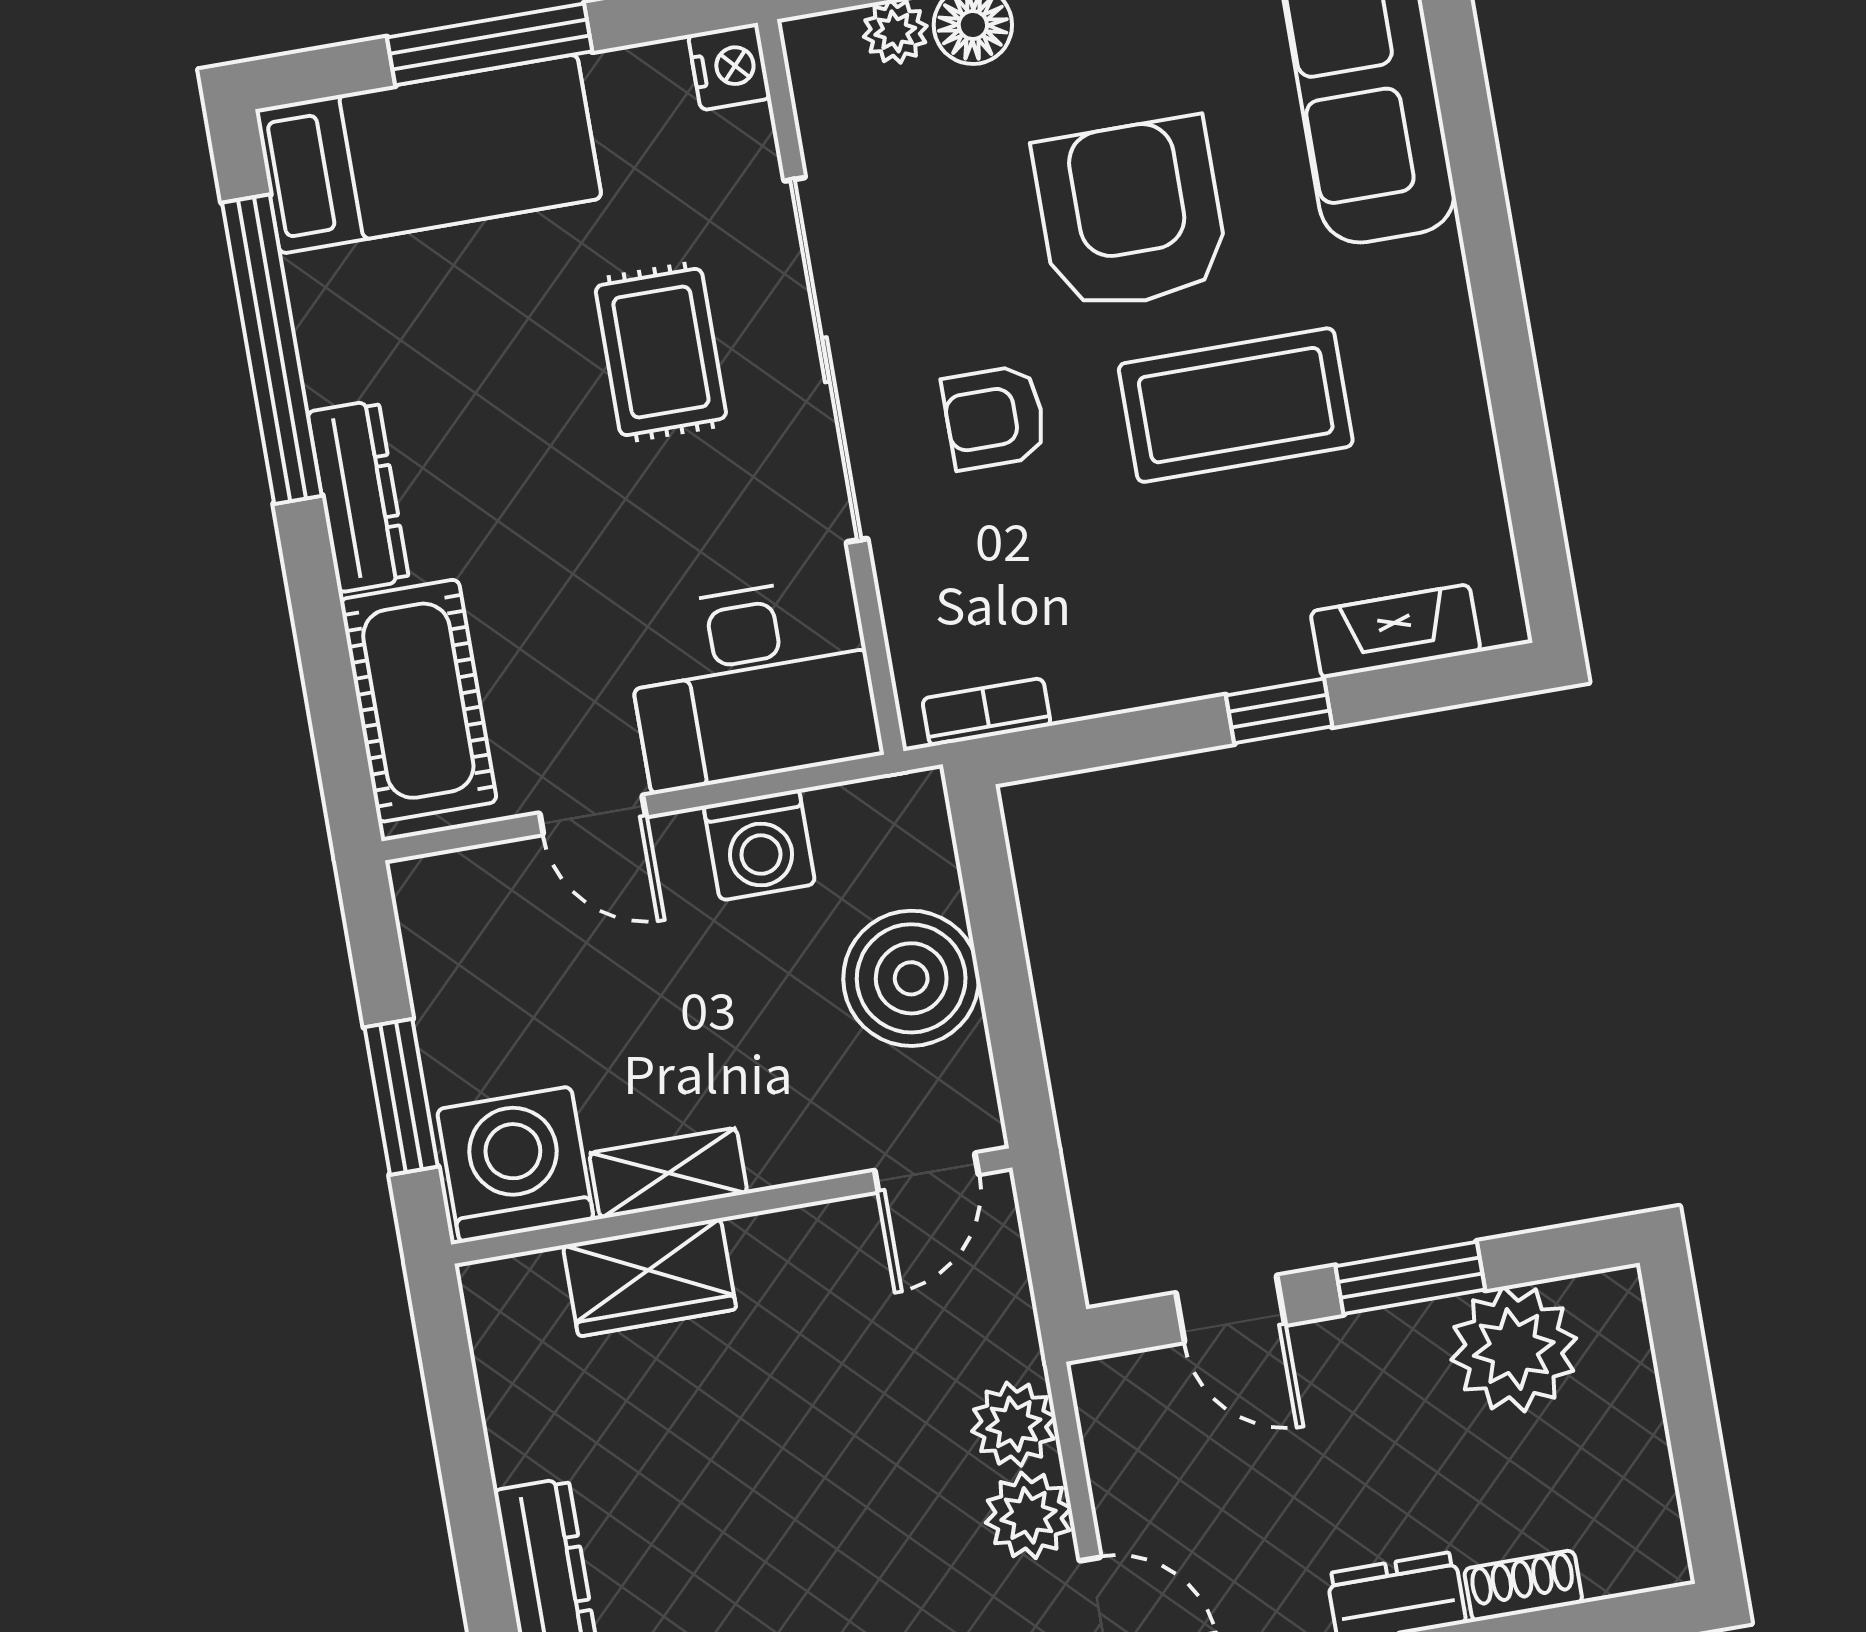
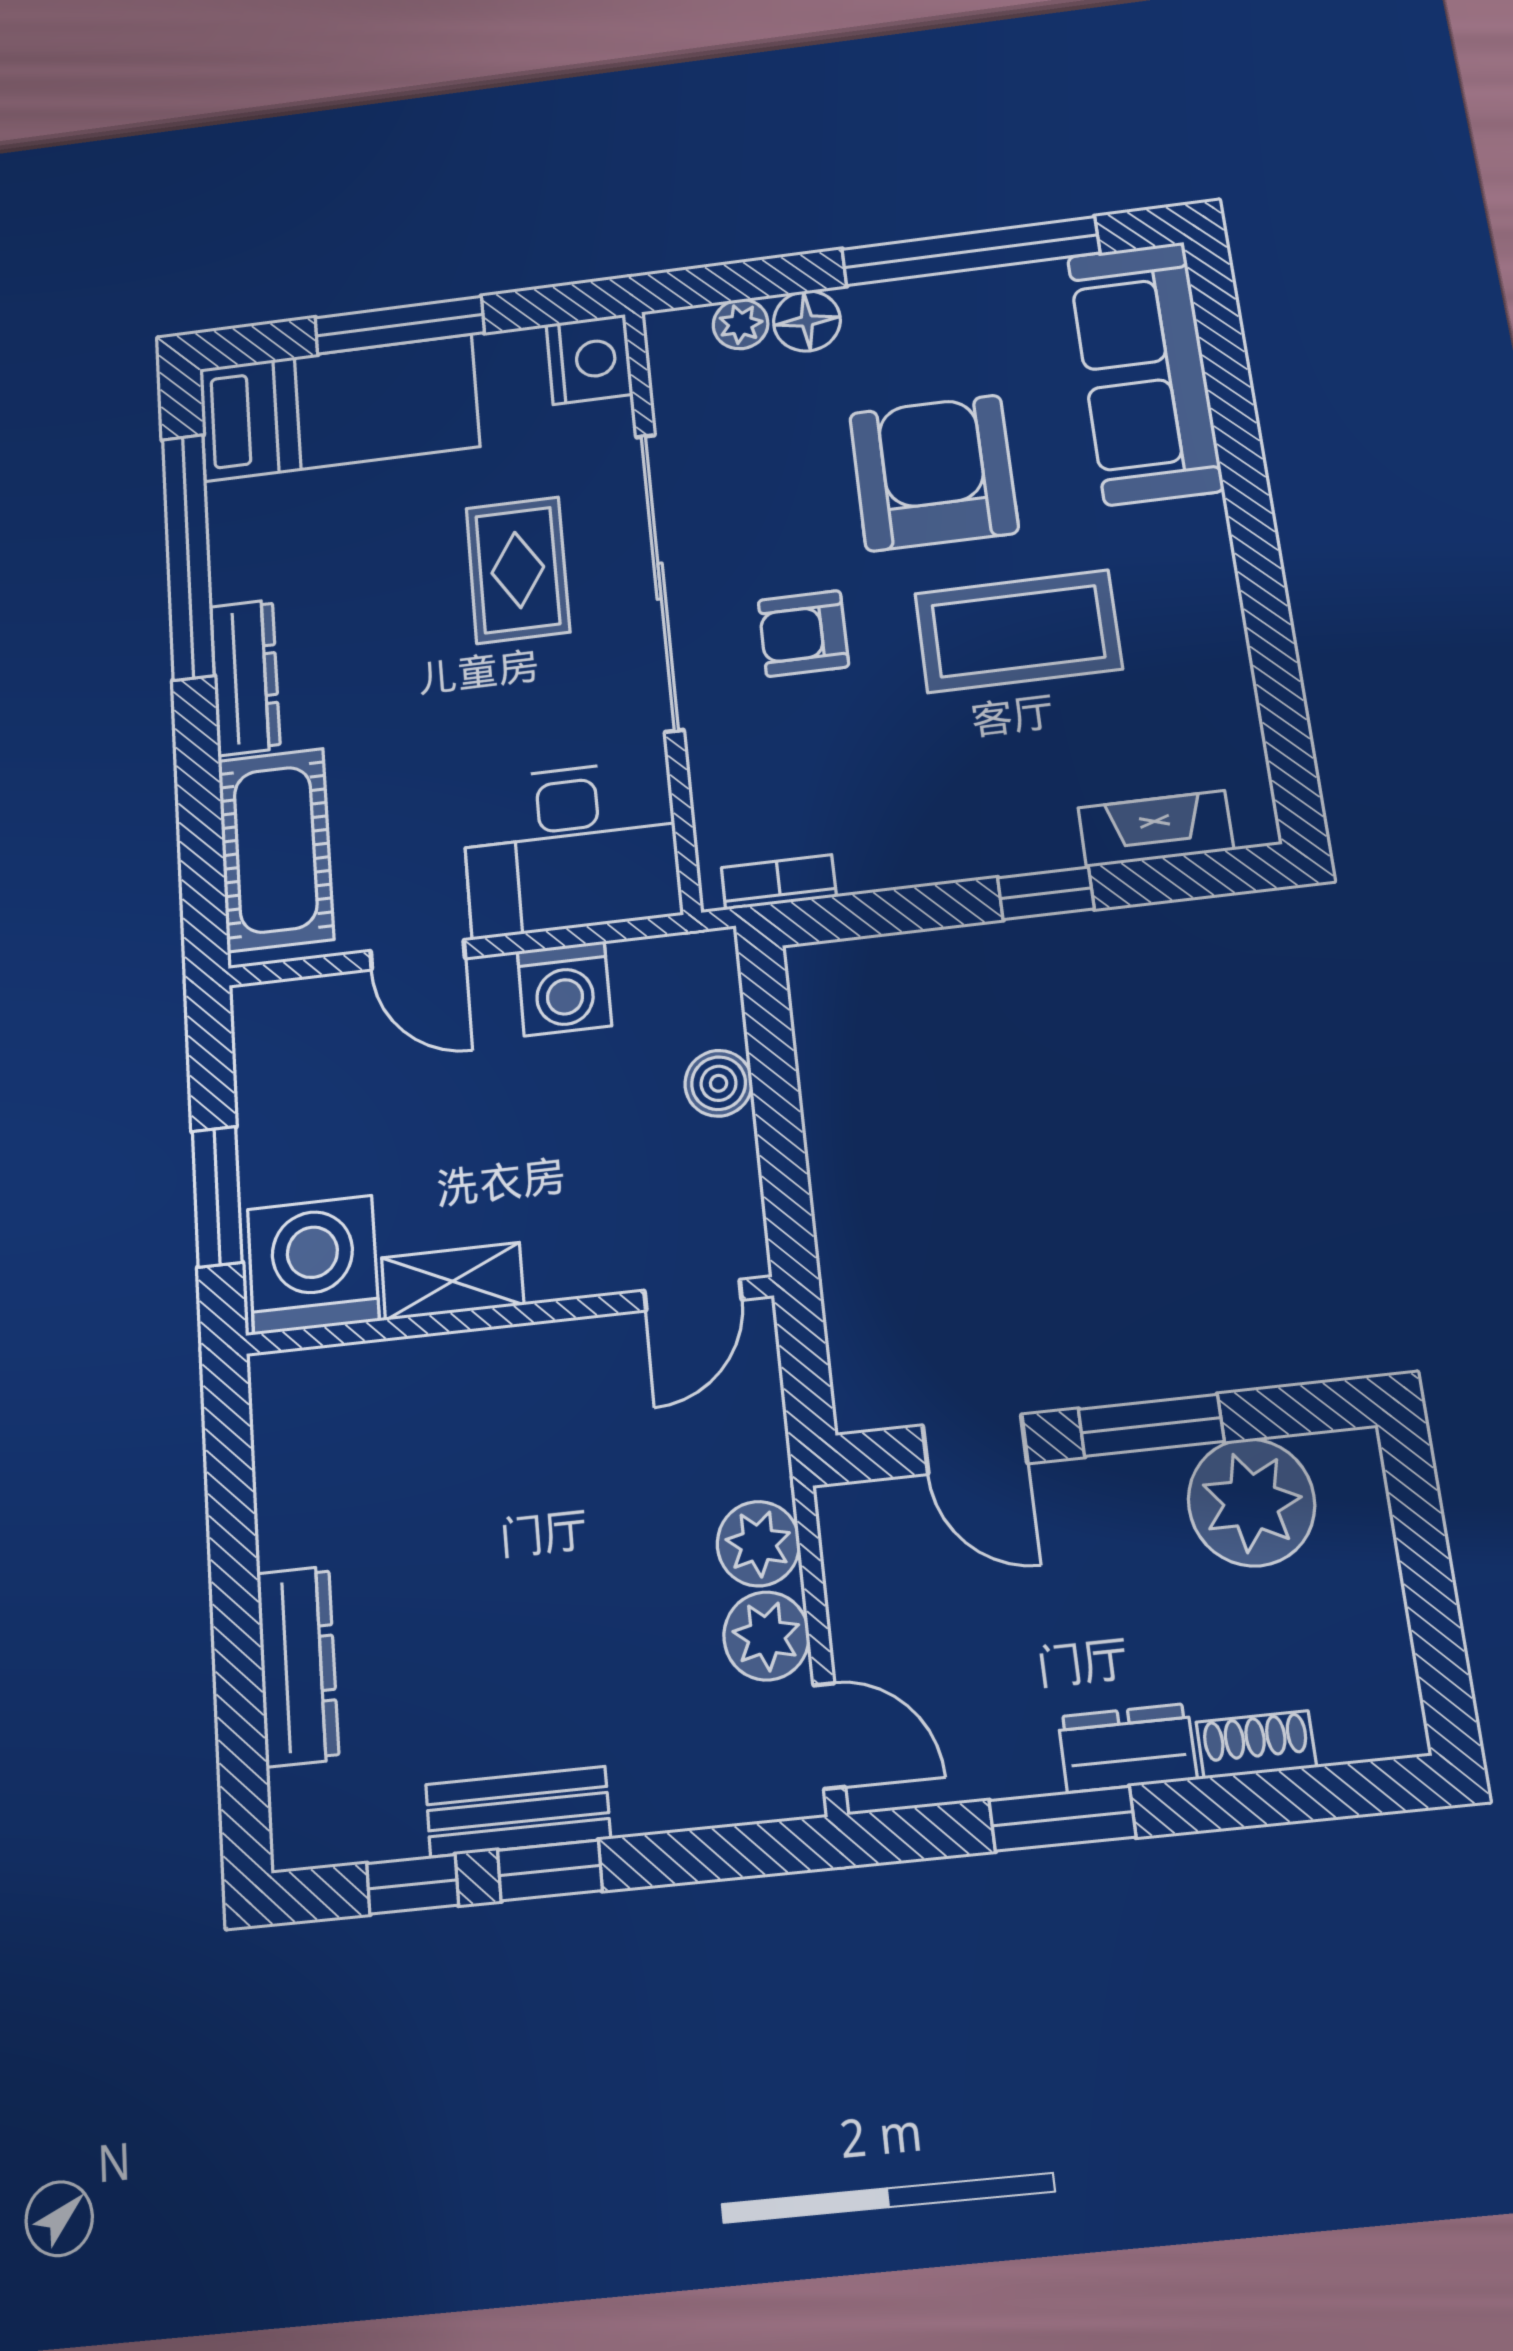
nightstand: (729, 67) -> (589, 359), width x1.36, depth x1.33
boiler: (911, 978) -> (719, 1083), width x0.54, depth x0.54
wardrobe: (650, 1277) -> (425, 1378), removed

